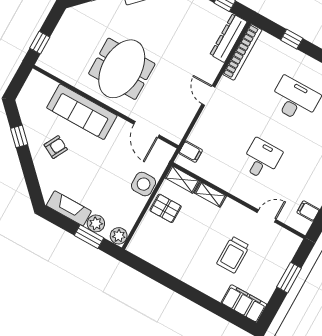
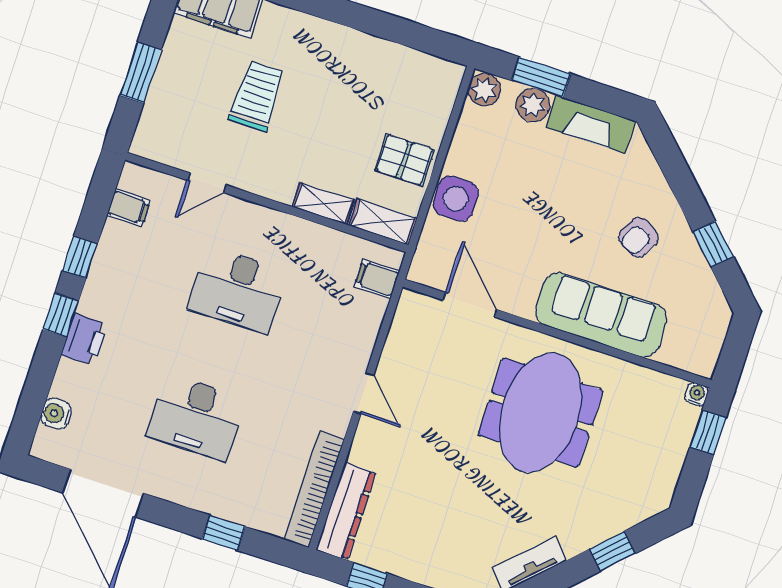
water cooler: (42, 63) -> (697, 394), added
desk: (261, 159) -> (238, 290), width x1.37

